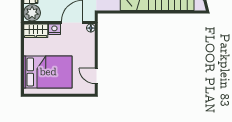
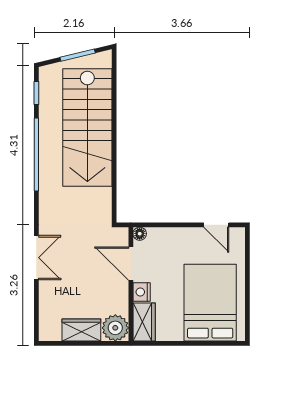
door: (96, 76) -> (216, 225), hinge flipped

